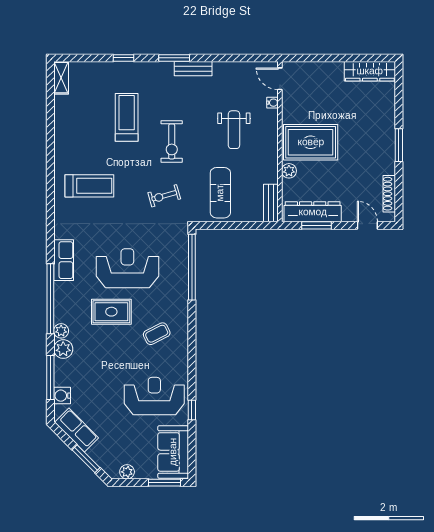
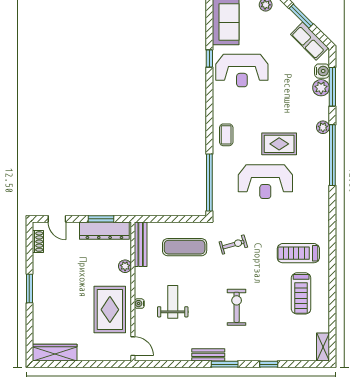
water cooler: (273, 103) -> (139, 304), moved
treadmill: (127, 117) -> (301, 293), moved
exercise bike: (172, 141) -> (237, 307), moved
rug: (311, 142) -> (110, 310), moved, turned 90
exercise mat: (220, 193) -> (185, 247), turned 90
shoe rack: (389, 194) -> (38, 242), width x0.70
bench: (271, 203) -> (141, 244), width x1.36
row of seats: (64, 260) -> (321, 189), removed
coffee table: (157, 334) -> (226, 135), moved, turned -63
plant: (63, 349) -> (321, 88), moved

